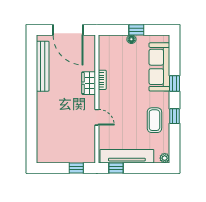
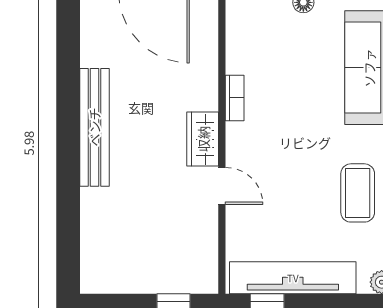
bench: (43, 66) -> (94, 127), moved
wardrobe: (89, 83) -> (203, 139), moved

